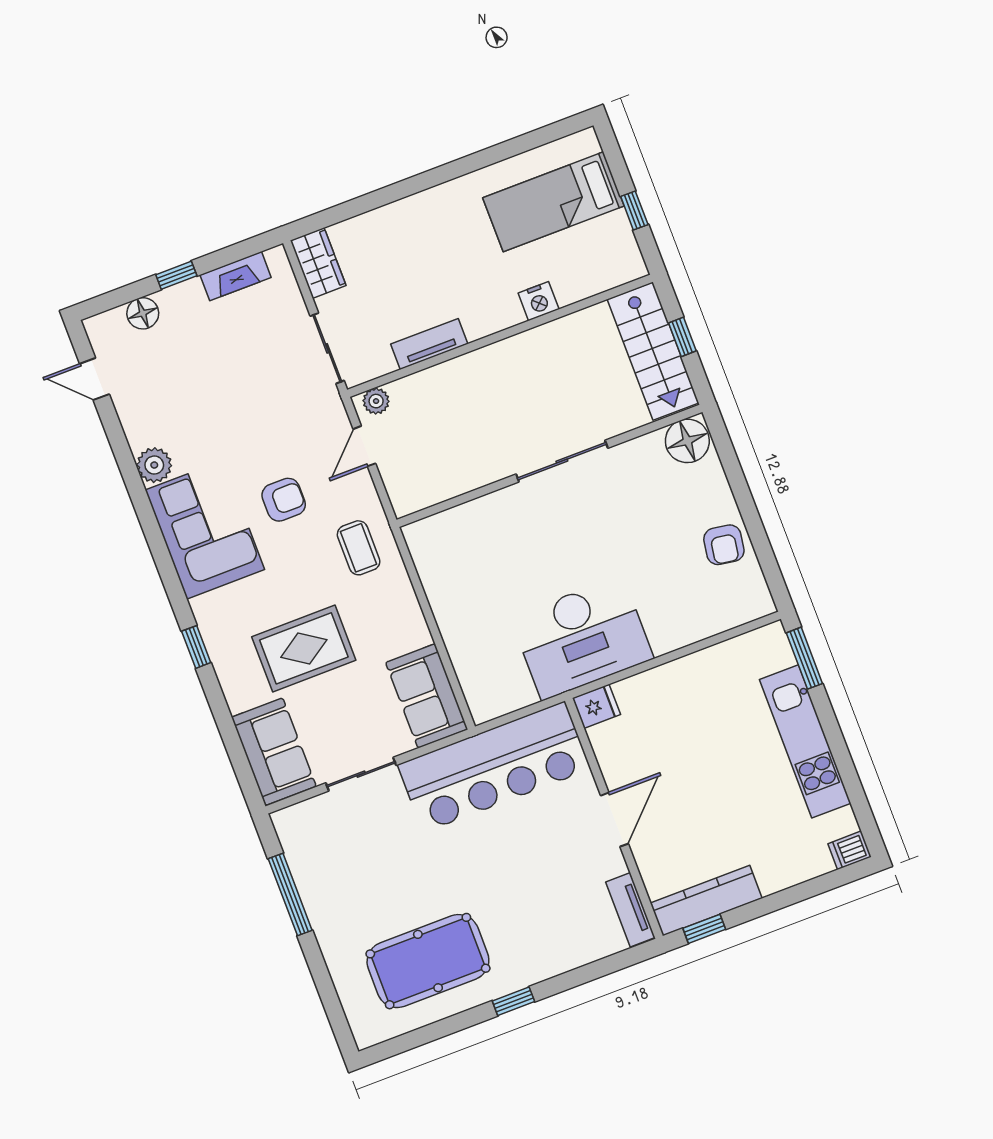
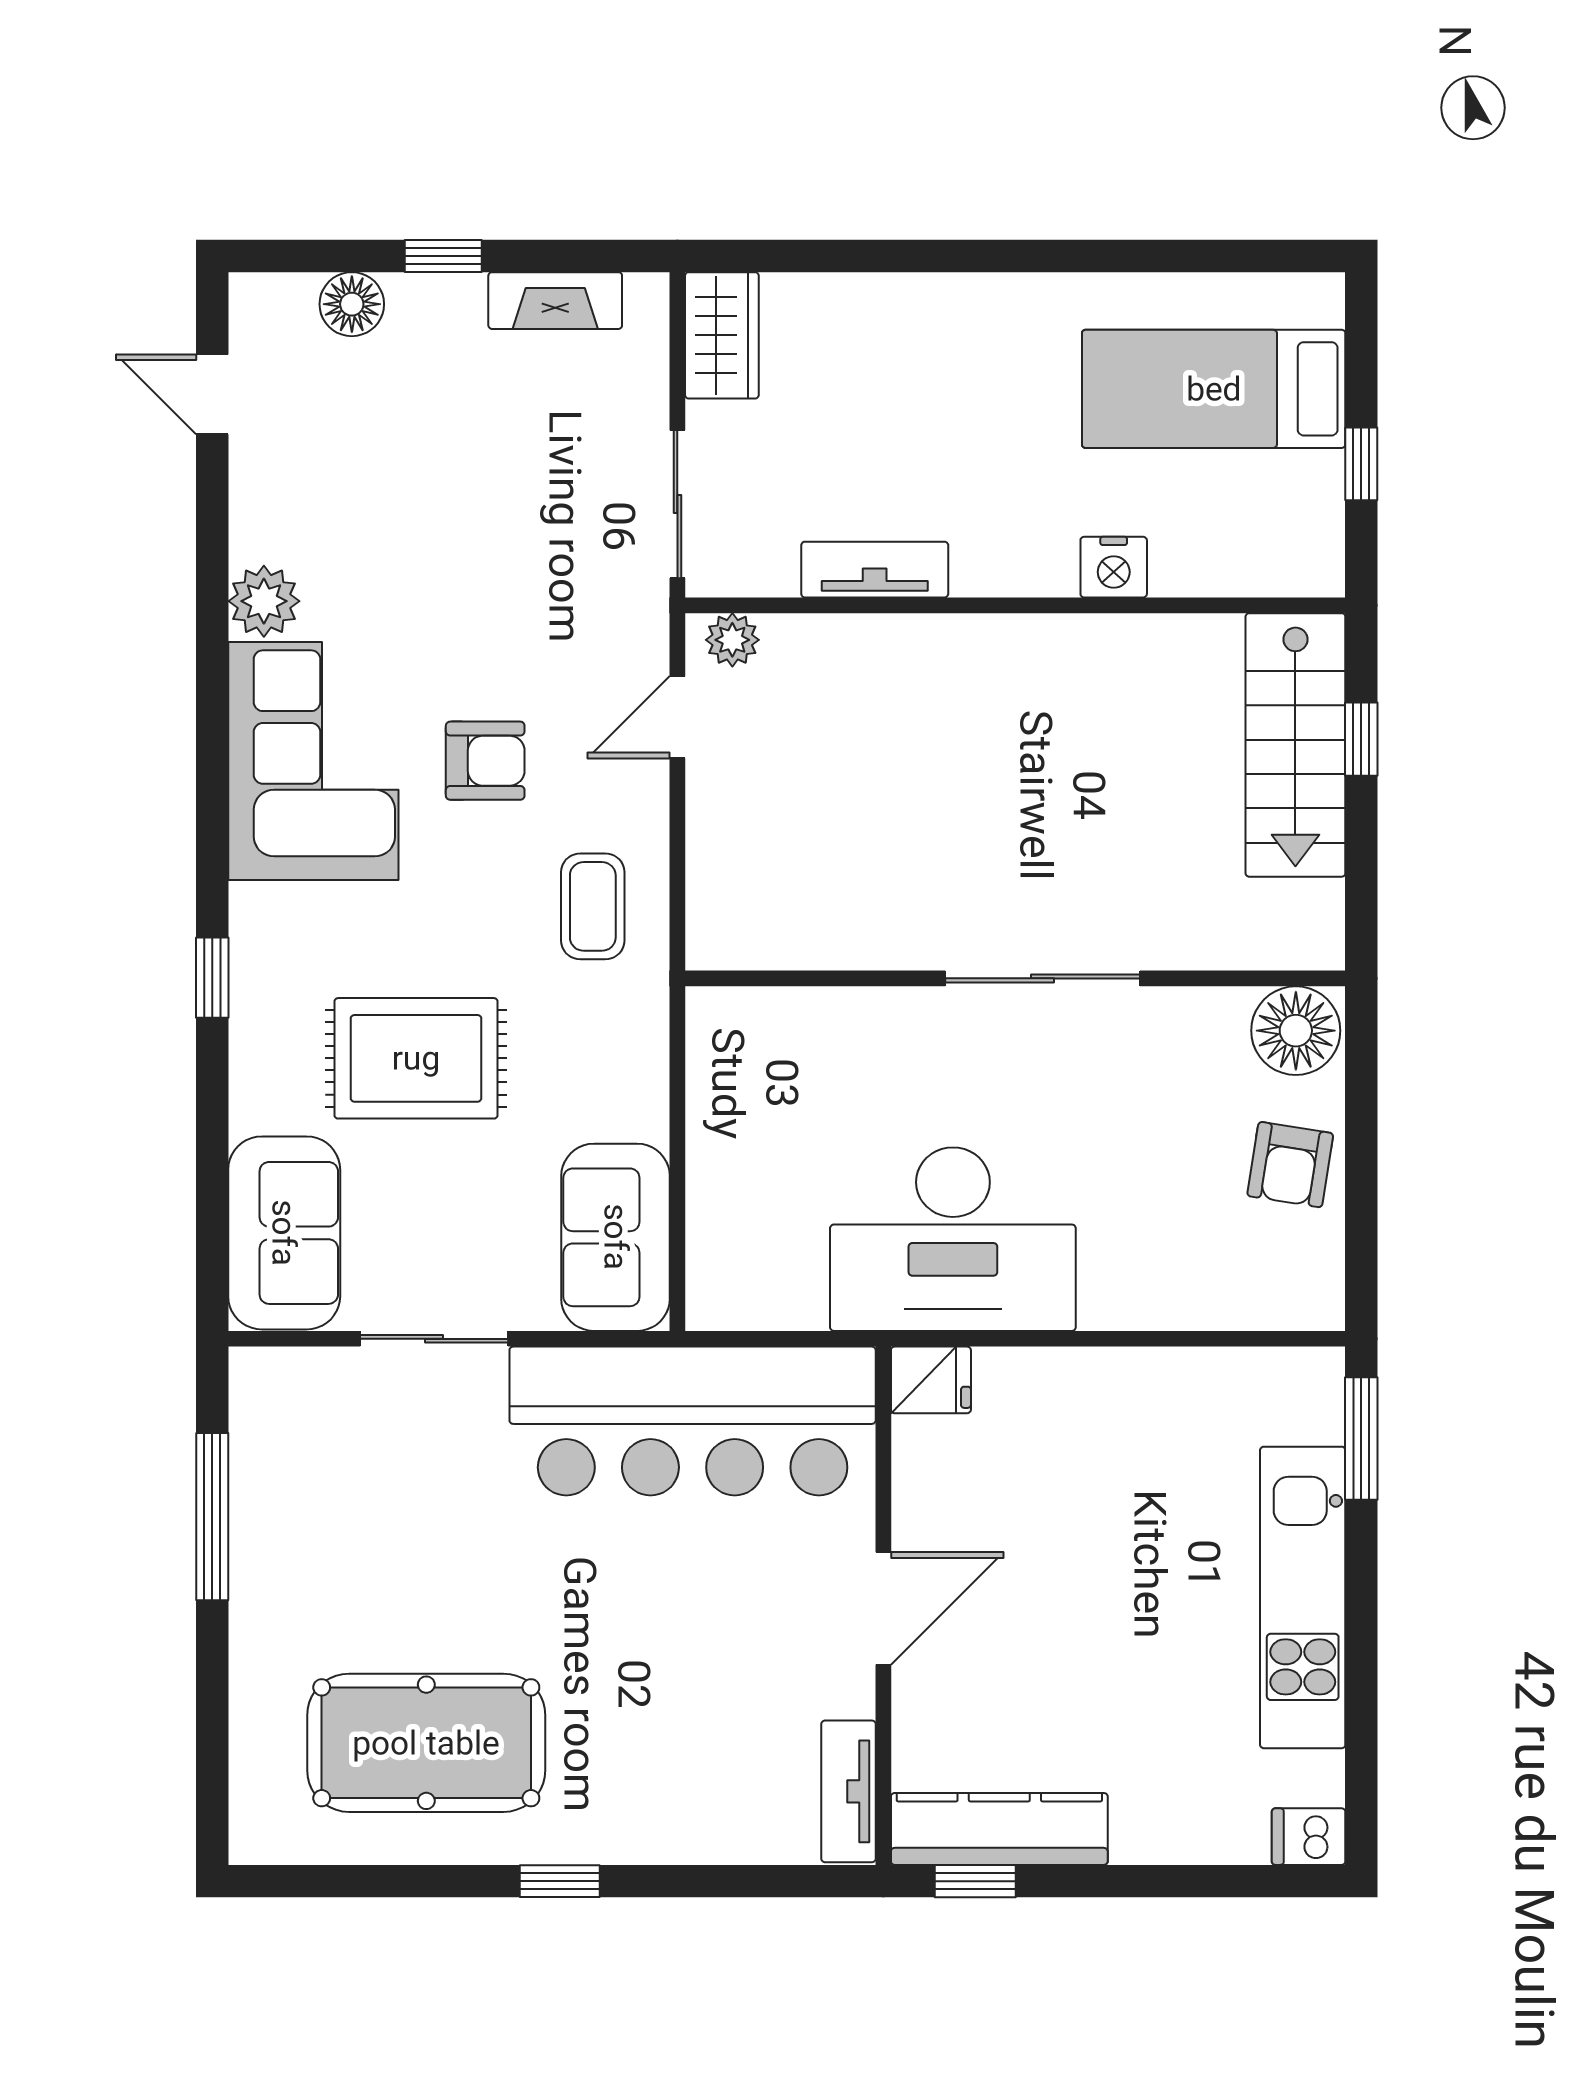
floor lamp: (687, 441) -> (1296, 1031), moved
sliding door: (562, 461) -> (1043, 978), moved
wall: (549, 466) -> (1015, 978), moved

